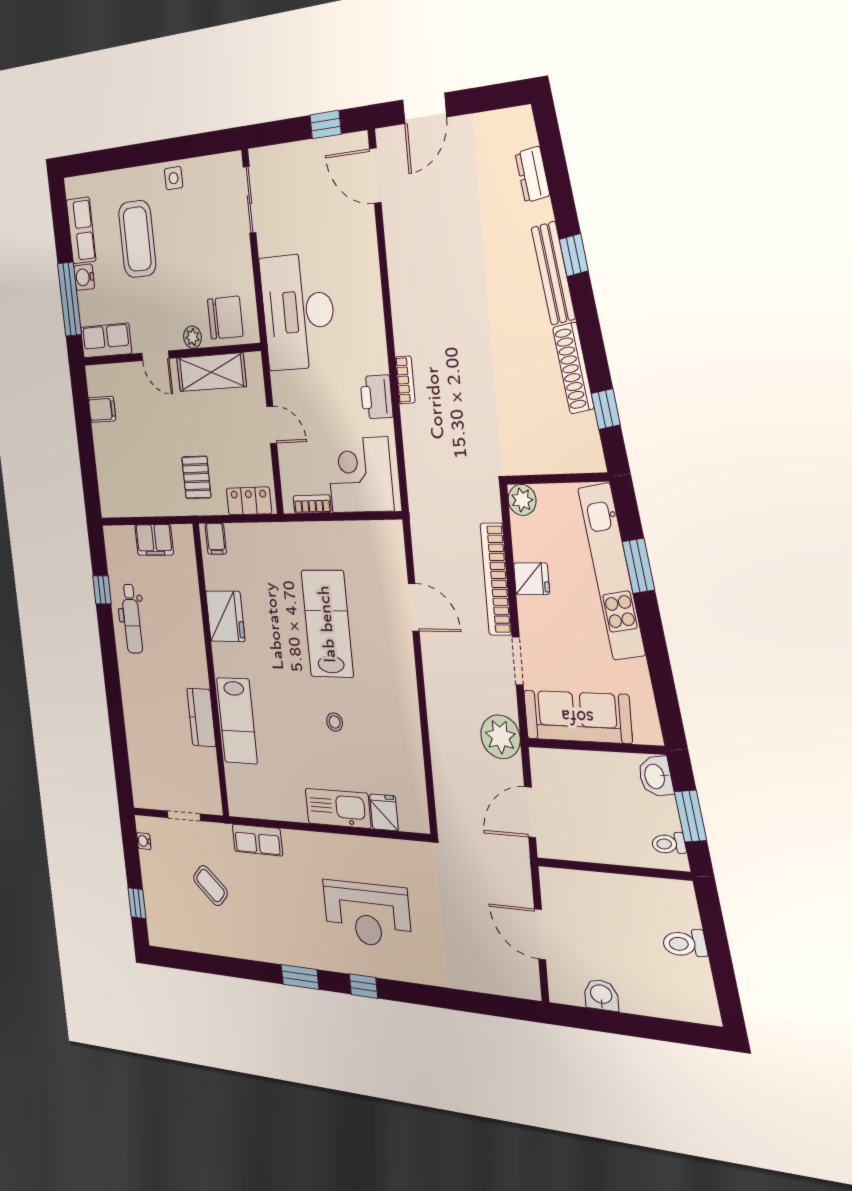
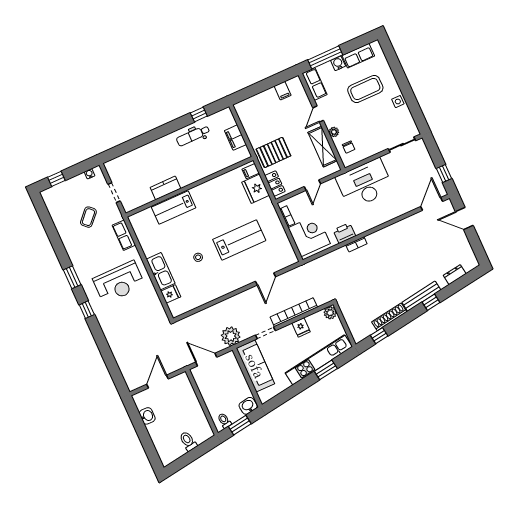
chair: (225, 318) -> (349, 147), width x0.54, depth x0.54
pallet: (196, 477) -> (273, 152), width x1.50, depth x1.42
fridge: (225, 616) -> (256, 189), moved, turned 90
reception desk: (367, 914) -> (119, 282), moved, turned -90

